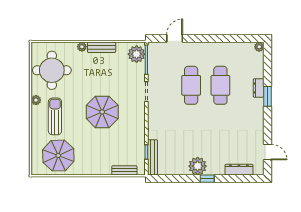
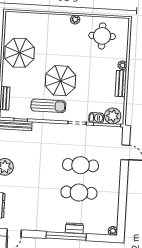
round table: (52, 70) -> (102, 36), width x0.73, depth x0.73
barbecue: (140, 71) -> (96, 118), added
window: (268, 96) -> (66, 236), width x2.11
sun lounger: (55, 116) -> (48, 106), moved
parasol: (58, 156) -> (19, 53), moved

